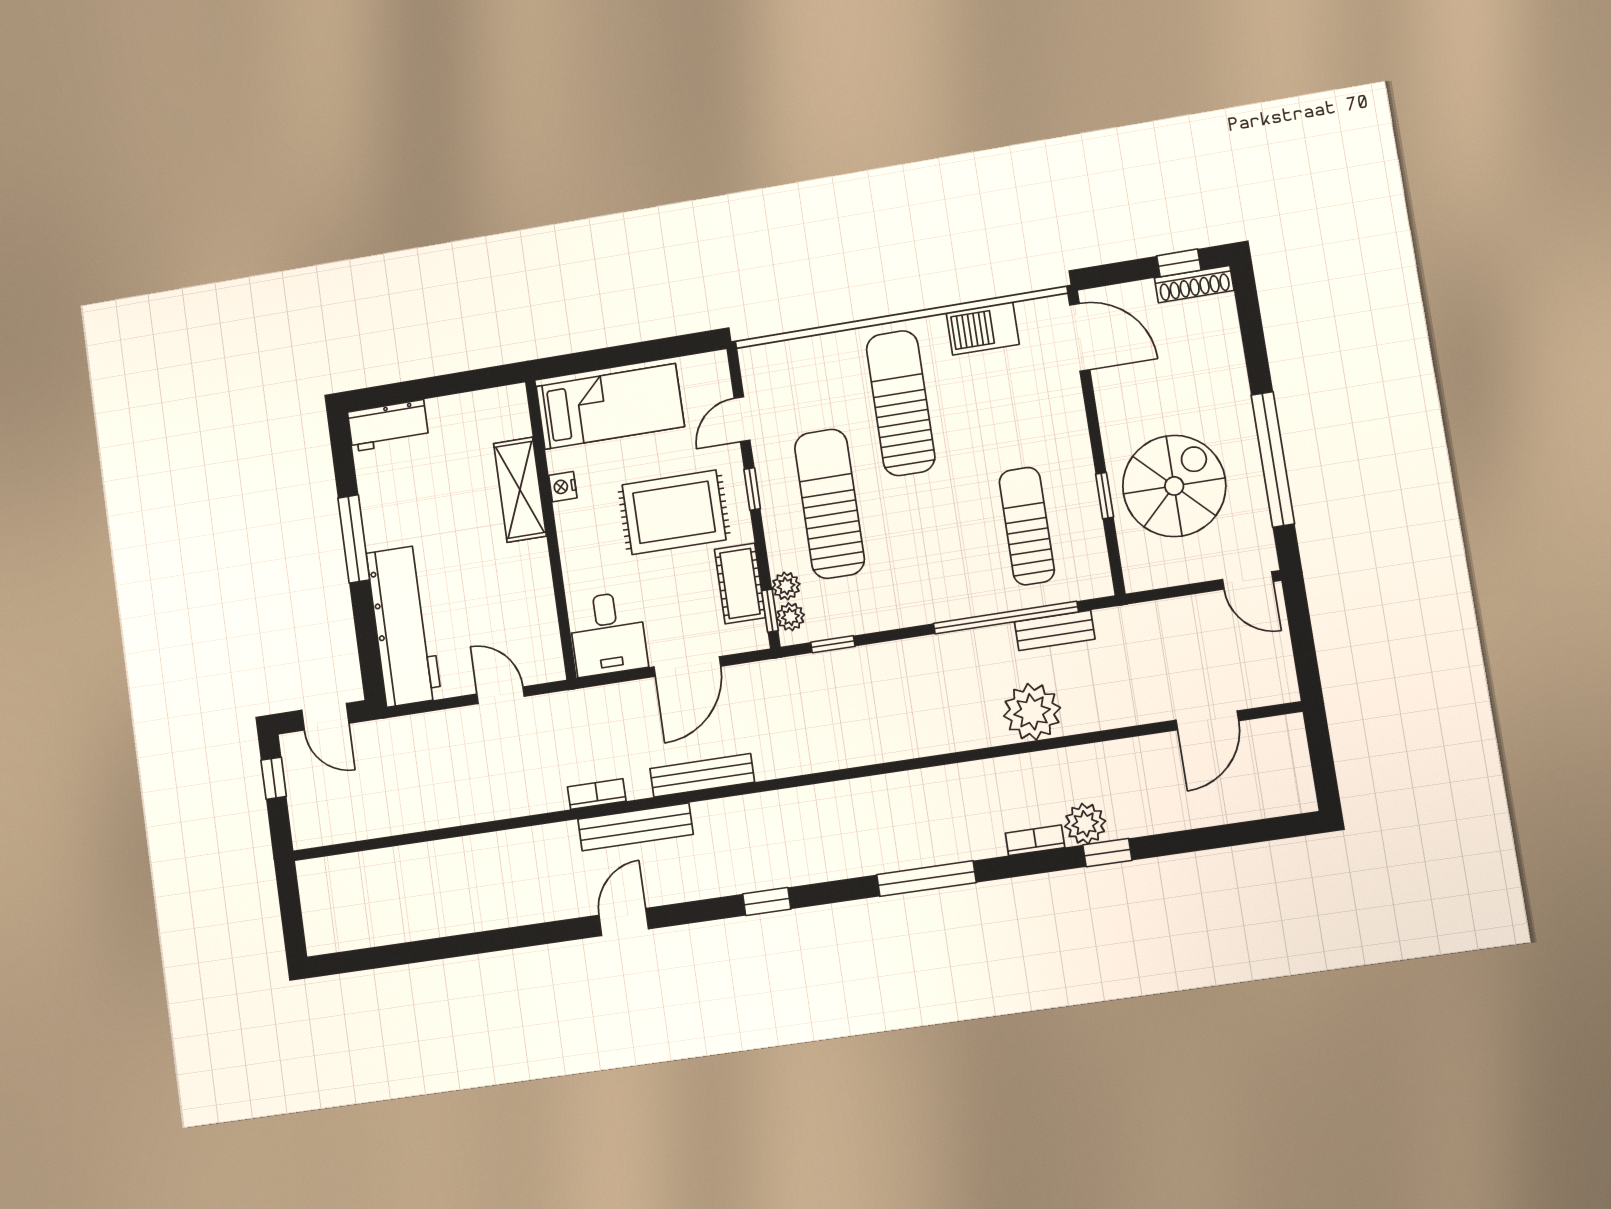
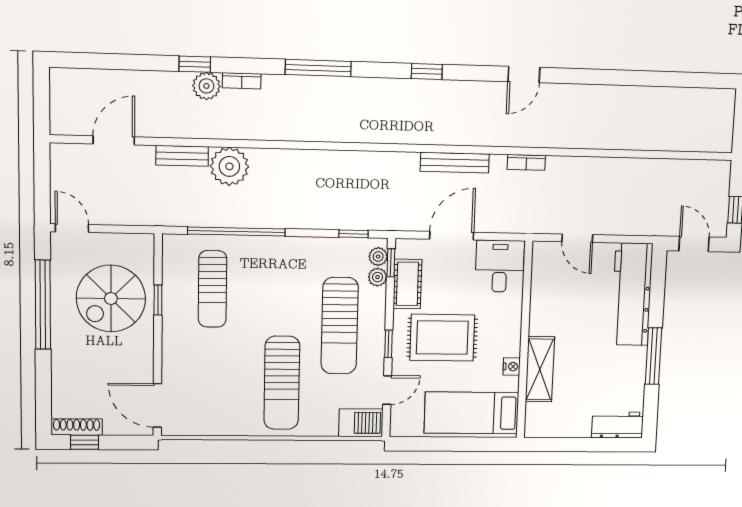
barbecue: (983, 328) -> (361, 423), moved
bench: (1055, 630) -> (182, 156), moved
bench: (635, 827) -> (505, 136), removed

